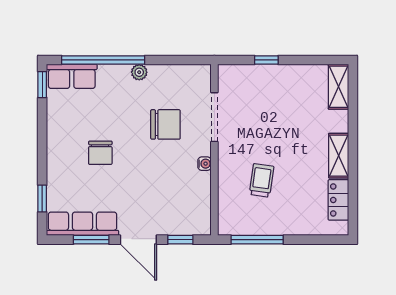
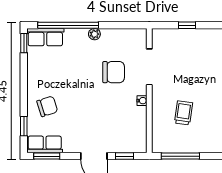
chair: (100, 153) -> (47, 106), moved, turned -108
row of seats: (83, 224) -> (45, 144), width x0.68
window: (91, 240) -> (47, 156), moved

